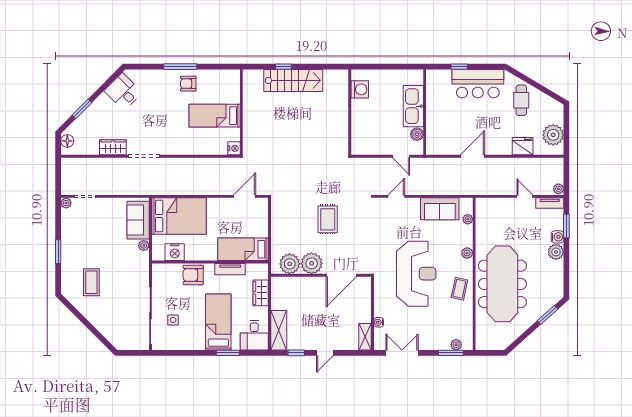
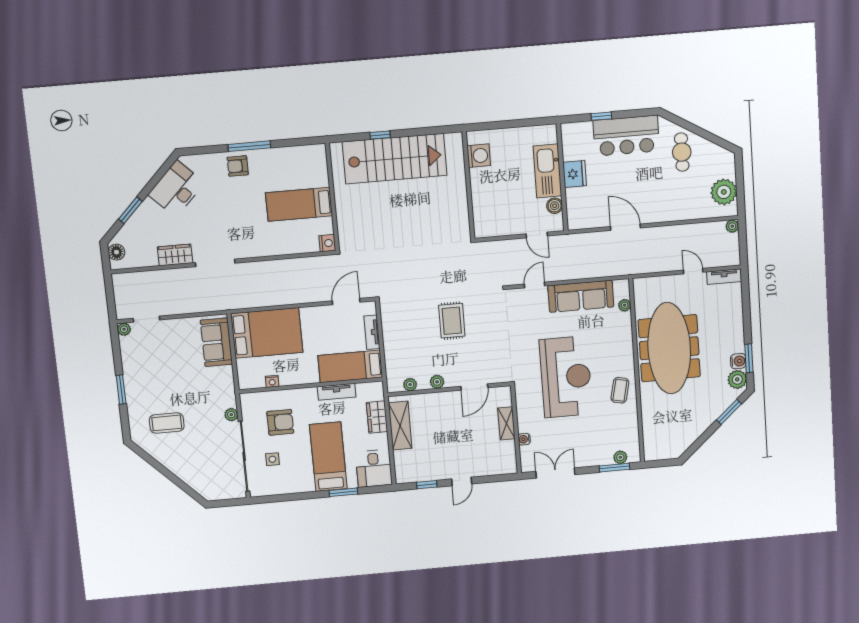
stairs: (293, 80) -> (395, 159), width x1.36, depth x1.51
armchair: (188, 84) -> (238, 166), moved
desk: (123, 92) -> (176, 189), width x1.37
fridge: (523, 146) -> (575, 174), moved, turned 90
door: (472, 156) -> (625, 227), hinge flipped
plant: (558, 189) -> (732, 226), moved
sofa: (440, 209) -> (581, 296), width x1.36
tv unit: (263, 223) -> (372, 332), added
window: (566, 226) -> (749, 358), moved
water cooler: (557, 237) -> (738, 361), moved
plant: (144, 245) -> (231, 415), moved
nightstand: (175, 252) -> (272, 381), width x0.53, depth x0.56
plant: (556, 252) -> (737, 379), moved
plant: (467, 253) -> (626, 346), removed
plant: (312, 263) -> (437, 382), width x0.53, depth x0.53
plant: (290, 264) -> (410, 385), width x0.53, depth x0.53
armchair: (193, 275) -> (280, 422), moved, turned 180
door: (341, 275) -> (474, 387), width x0.73
coffee table: (91, 282) -> (167, 423), turned 90
meeting table: (502, 284) -> (669, 348), moved
shelving: (279, 330) -> (400, 426), moved
shelving: (365, 337) -> (506, 423), moved

